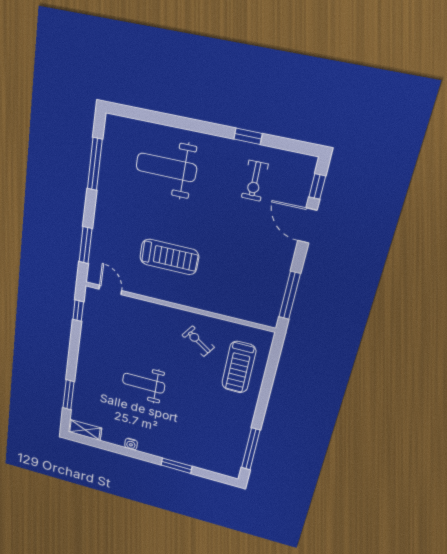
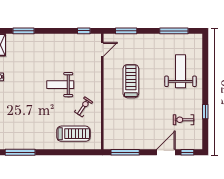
treadmill: (169, 257) -> (131, 81), turned 180
treadmill: (239, 367) -> (73, 134), turned 180
weight bench: (144, 383) -> (60, 85), moved, turned -90

